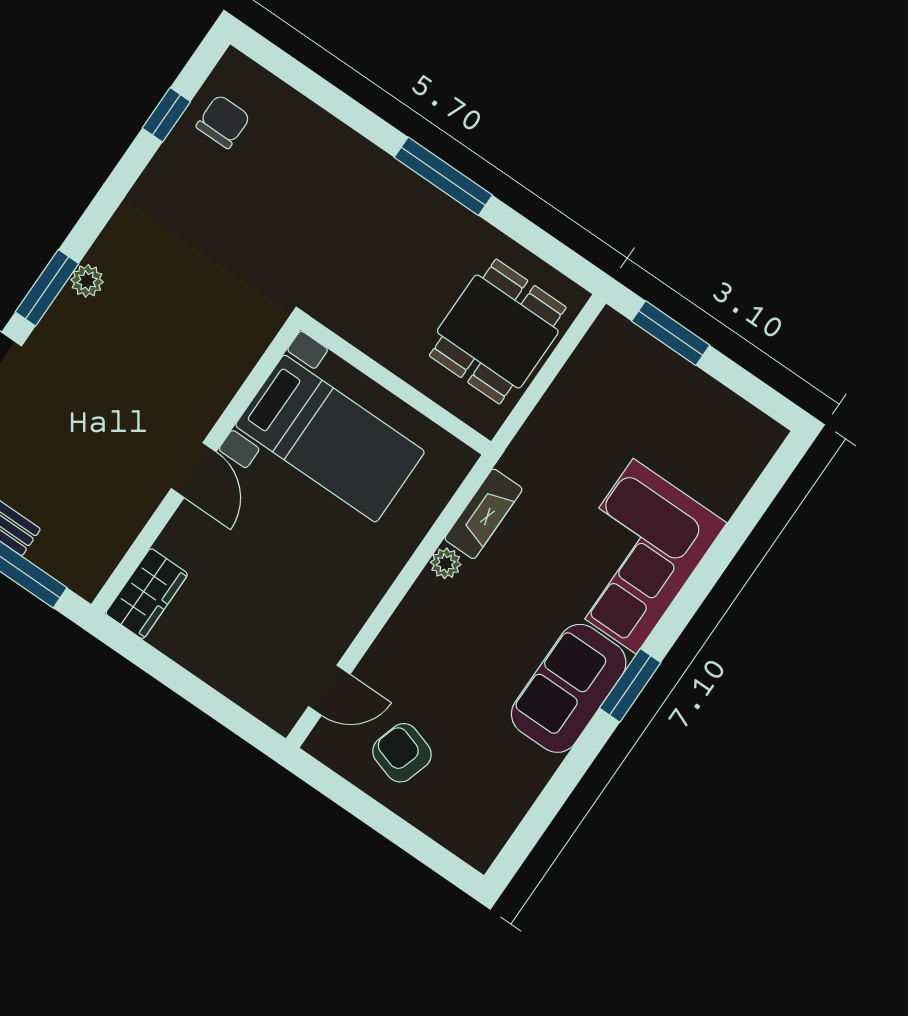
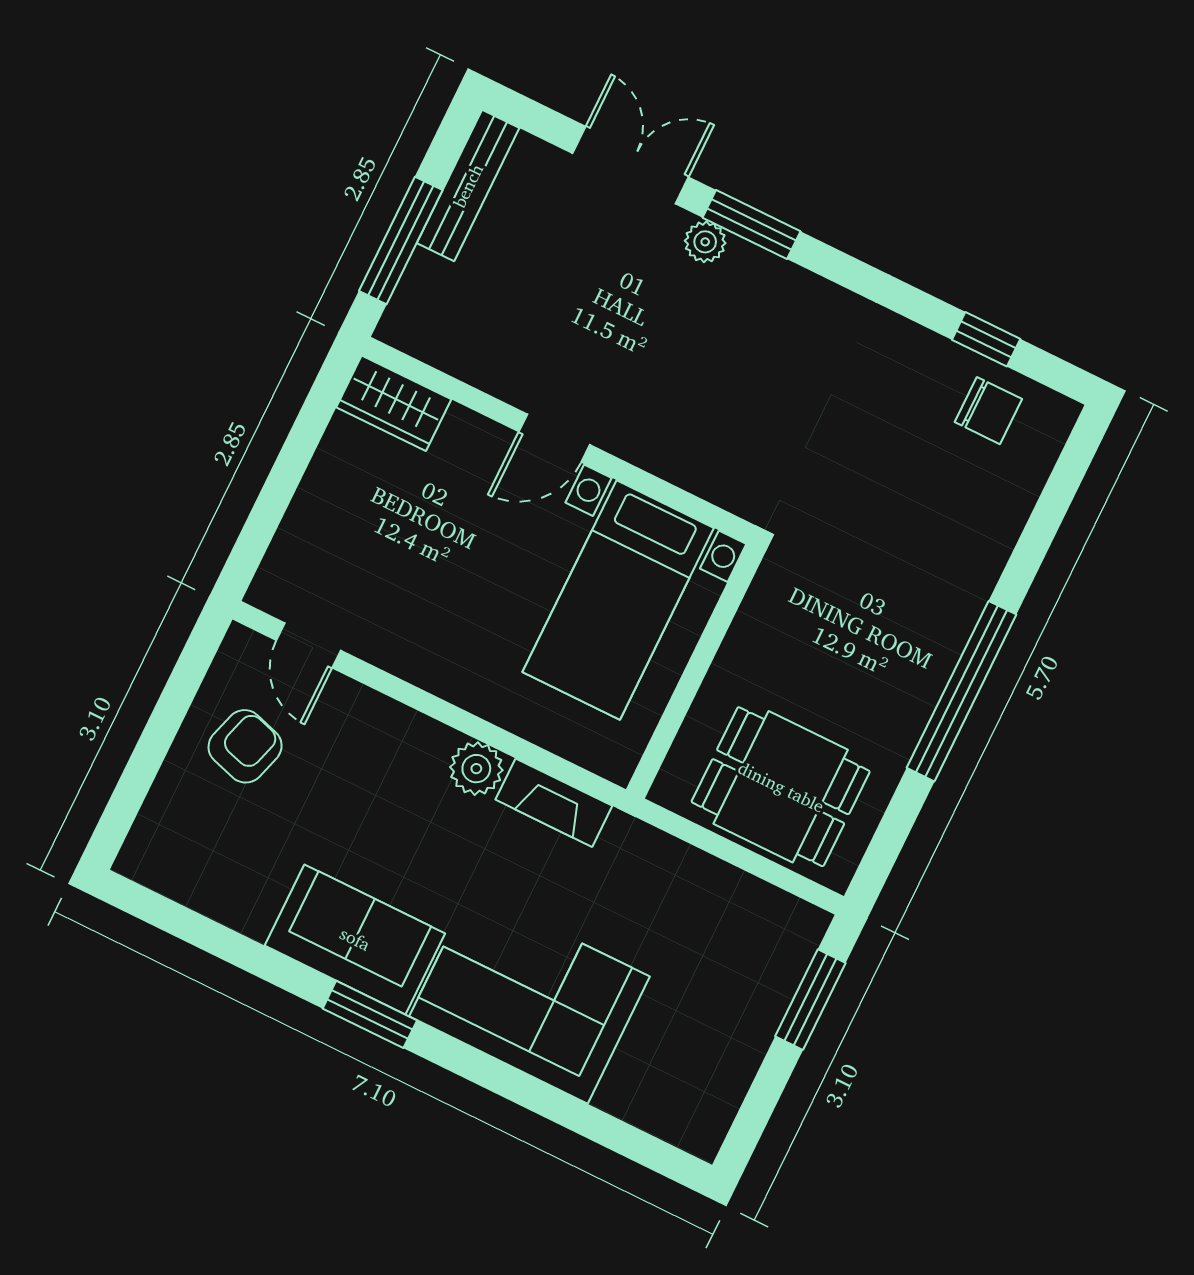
window: (443, 176) -> (962, 691), width x1.46
plant: (87, 281) -> (705, 242), moved
plant: (446, 563) -> (476, 769), width x1.38, depth x1.38

